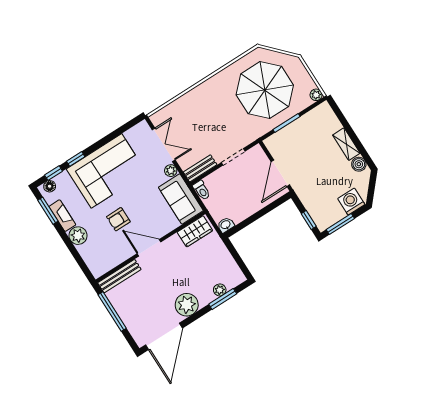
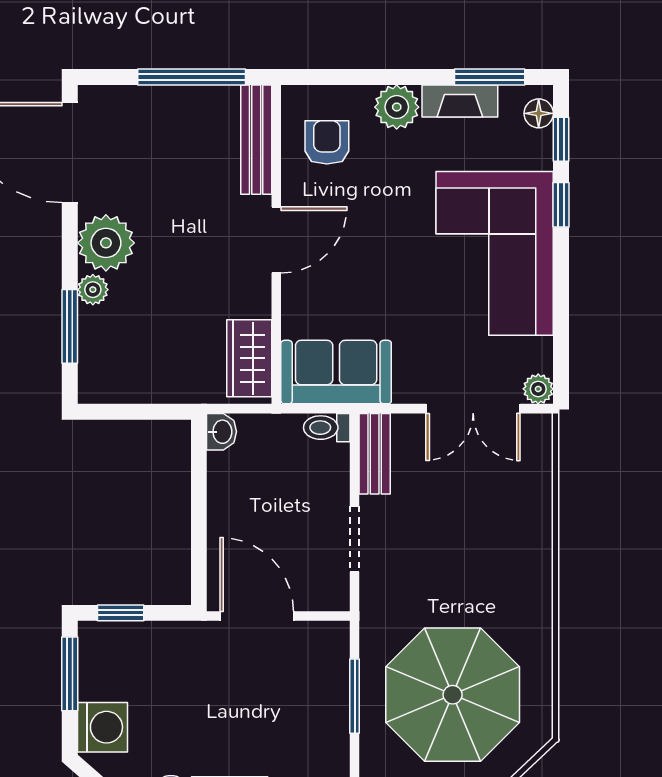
plant: (171, 171) -> (538, 389), moved
armchair: (118, 219) -> (327, 142), moved
plant: (220, 290) -> (93, 290), moved

